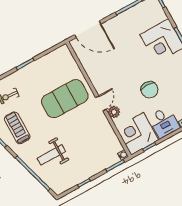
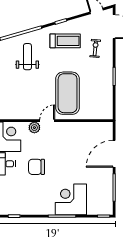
door: (88, 29) -> (114, 154), moved
door: (101, 103) -> (47, 121), swing flipped

